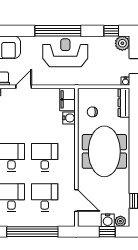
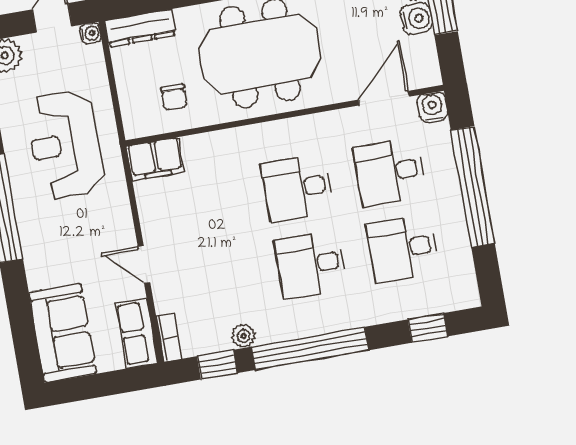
reception desk: (65, 53) -> (65, 145), moved
water cooler: (69, 118) -> (433, 107), moved

